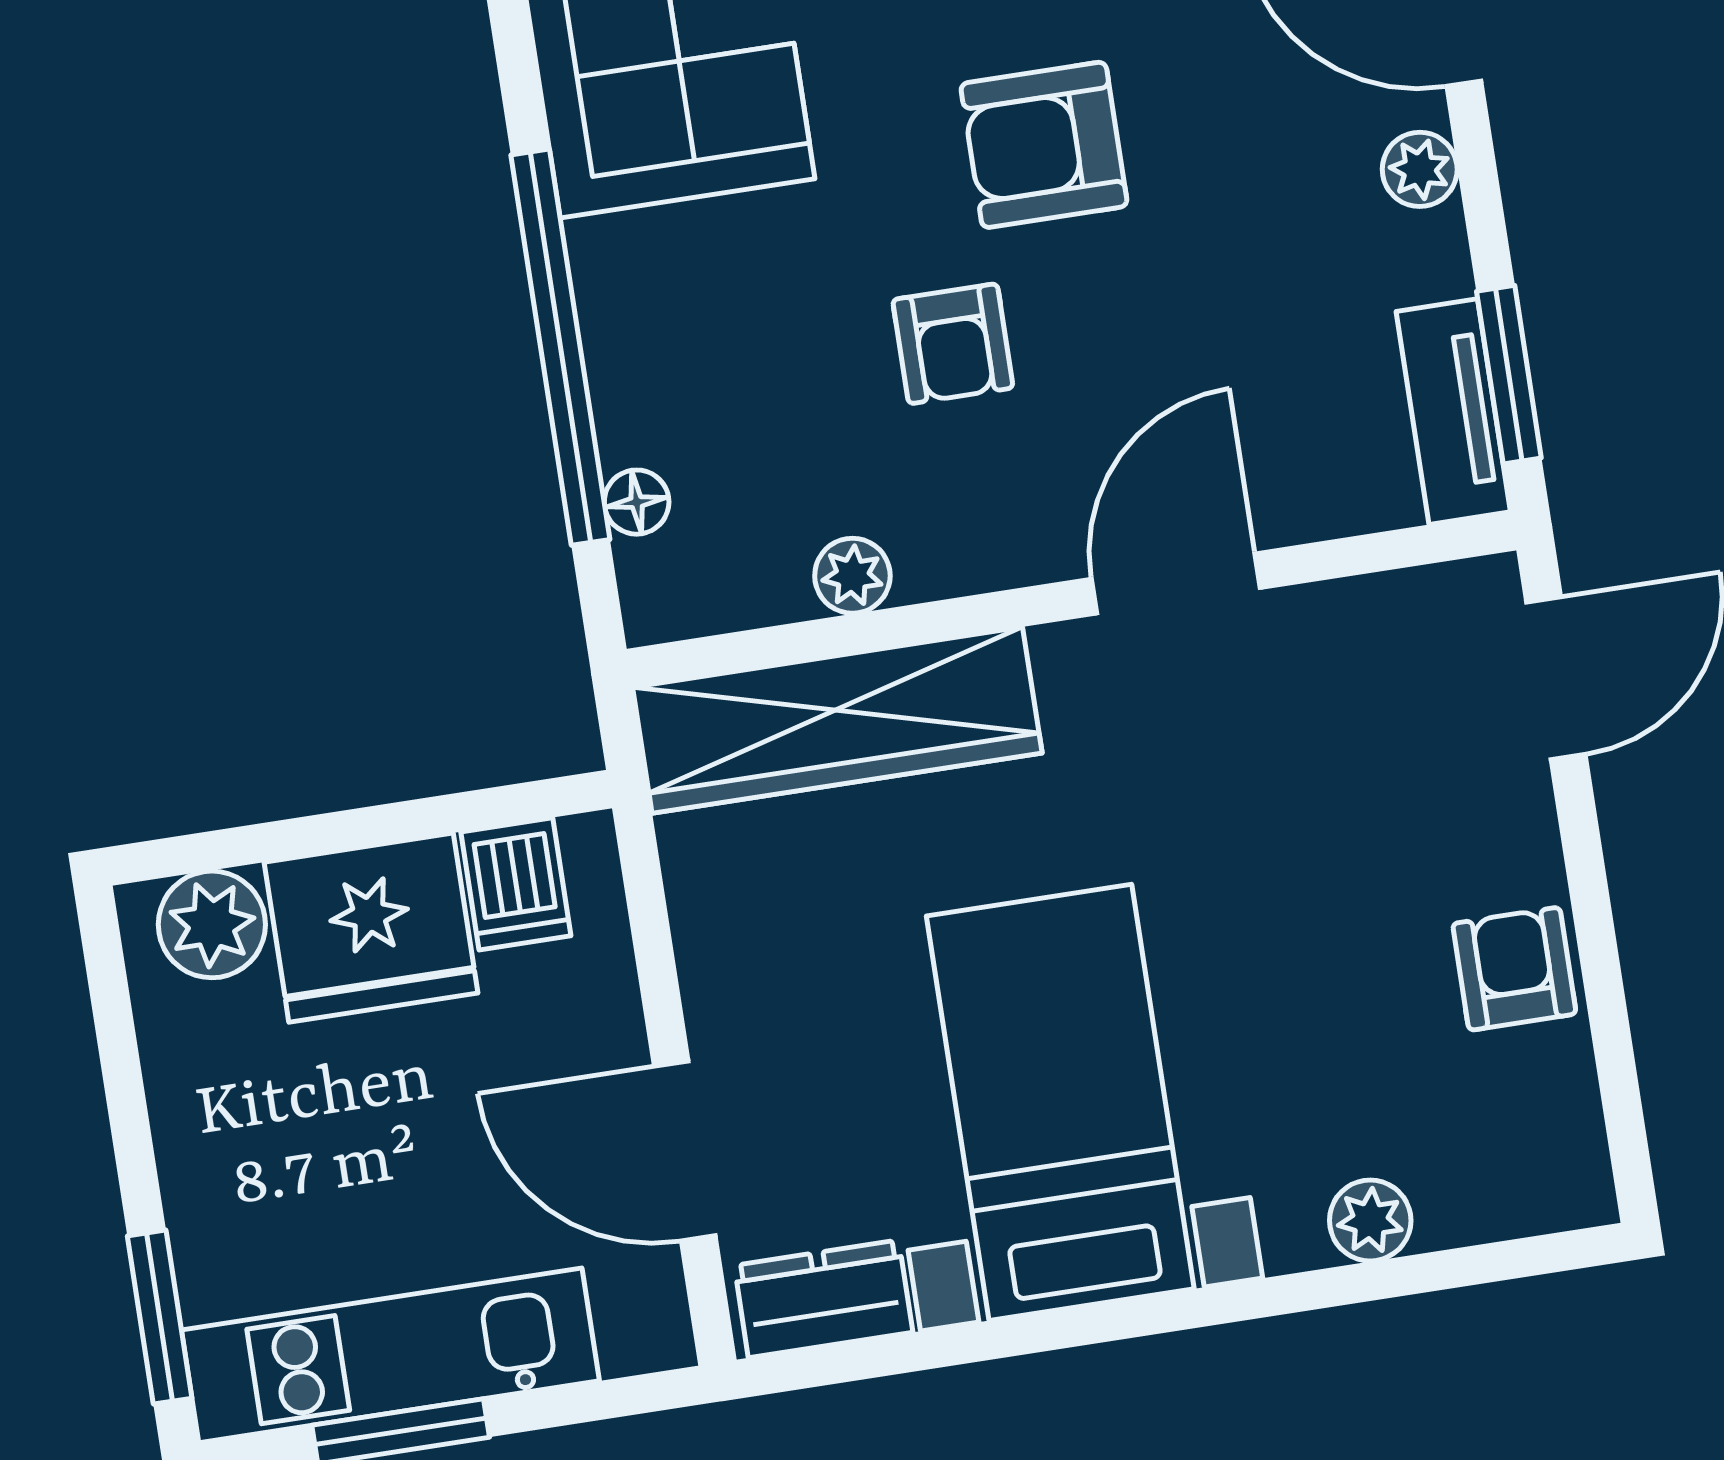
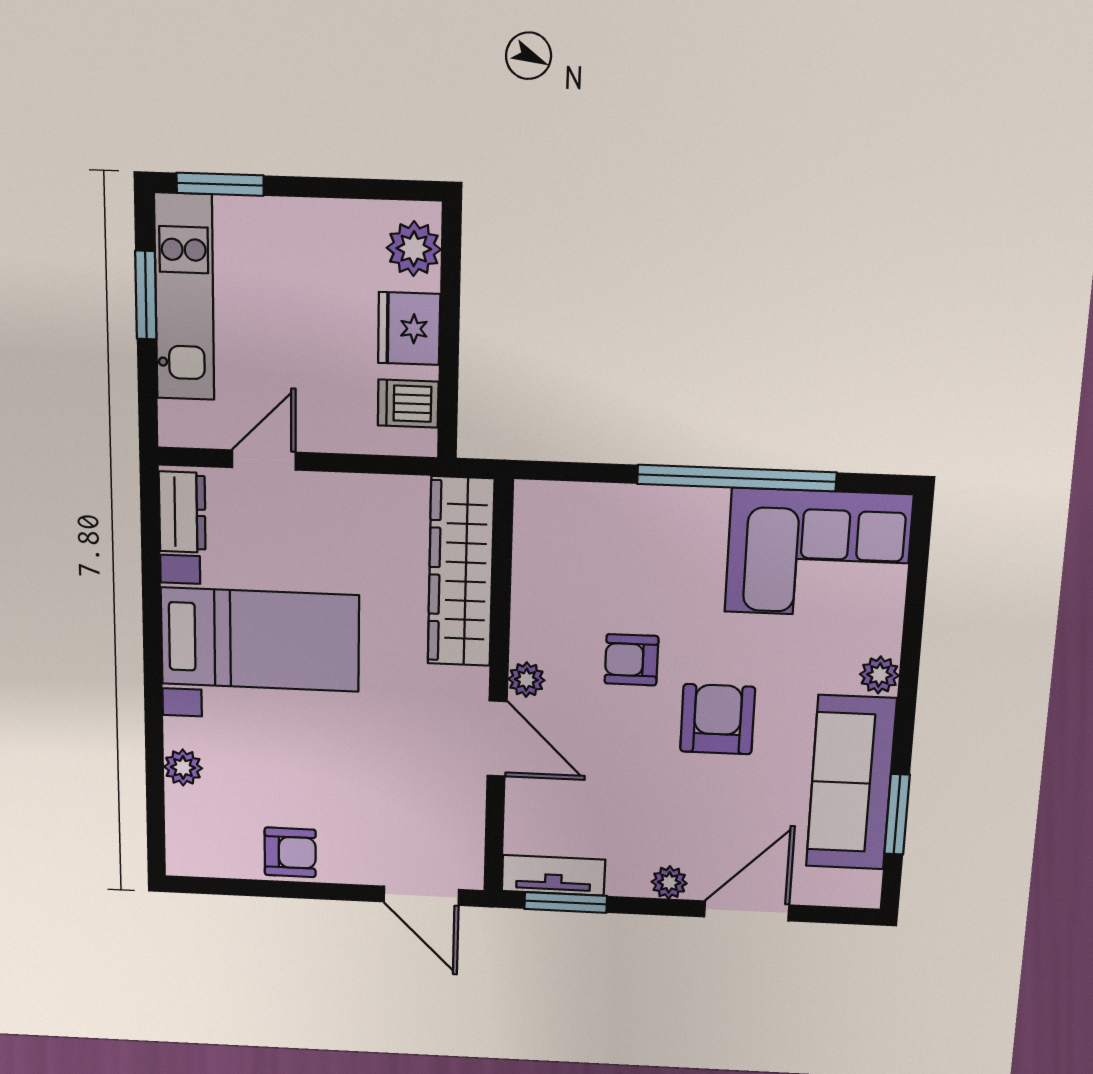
window: (560, 347) -> (737, 478), moved
floor lamp: (637, 502) -> (585, 497), removed
plant: (852, 576) -> (526, 680), moved
fridge: (371, 928) -> (409, 329), width x0.73, depth x0.75
door: (685, 1151) -> (264, 460), width x0.73

